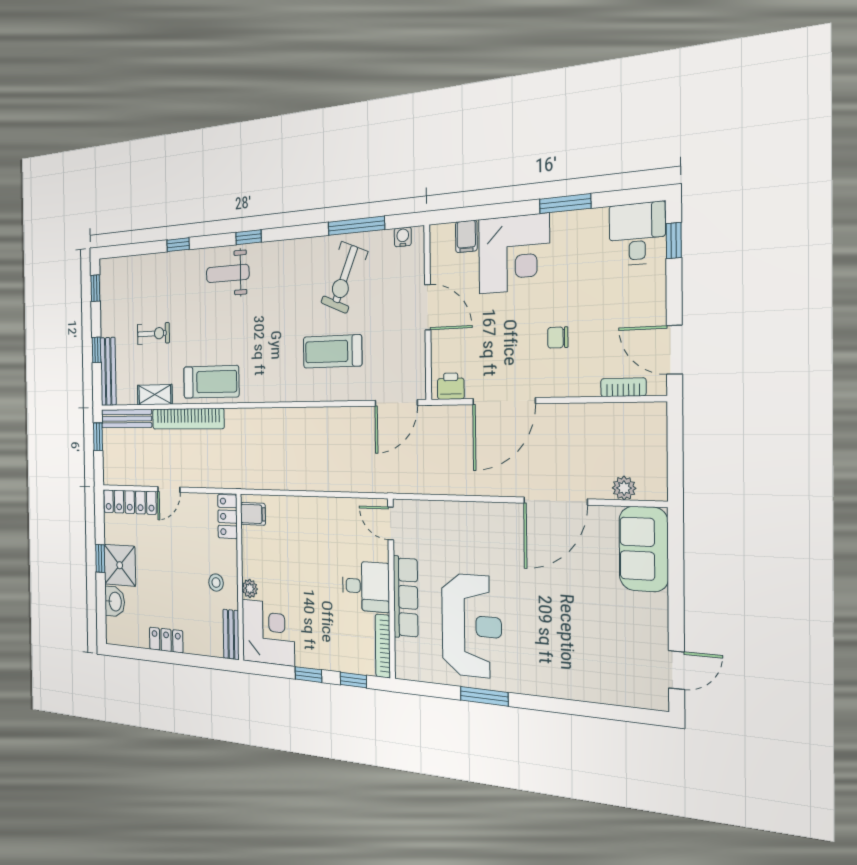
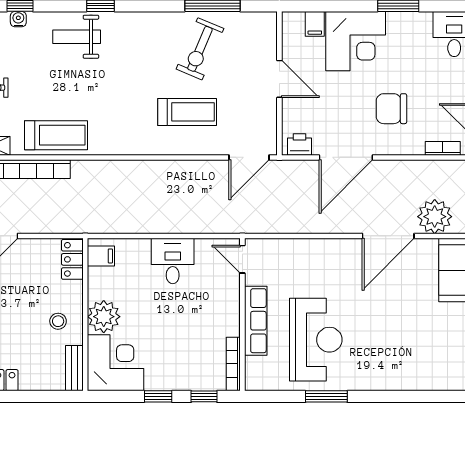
water cooler: (403, 237) -> (18, 19), moved
chair: (558, 337) -> (391, 109), width x1.87, depth x1.87
treadmill: (332, 351) -> (187, 112), turned 180
plant: (624, 488) -> (435, 217), width x1.88, depth x1.88
desk: (366, 586) -> (173, 261), moved, turned -90
plant: (250, 588) -> (104, 317), width x1.87, depth x1.87

